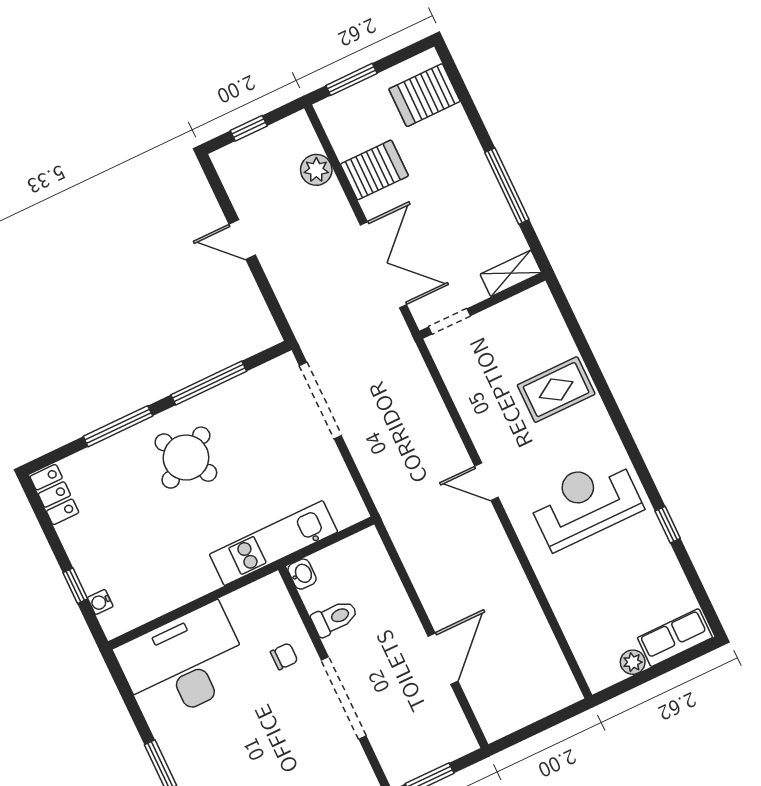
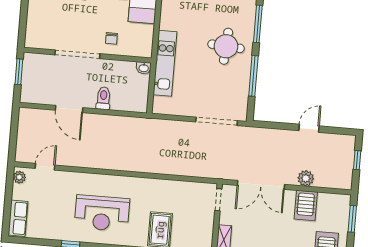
plant: (316, 170) -> (306, 178), moved
round table: (186, 458) -> (226, 46), turned 34
door: (486, 482) -> (45, 167), moved
reception desk: (585, 503) -> (102, 213), turned 90
toilet: (335, 618) -> (103, 98), moved, turned 180
plant: (633, 662) -> (19, 177), moved

